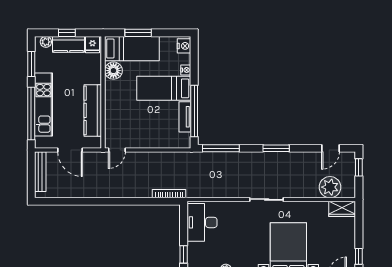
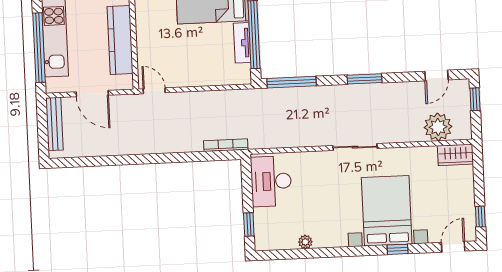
door: (117, 150) -> (154, 91), swing flipped

